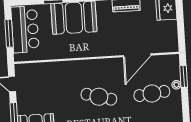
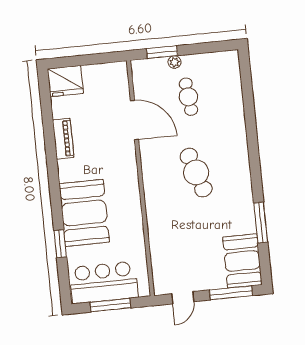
cafe table: (152, 93) -> (188, 97), width x0.73, depth x0.74
cafe table: (99, 97) -> (196, 173), turned -33

